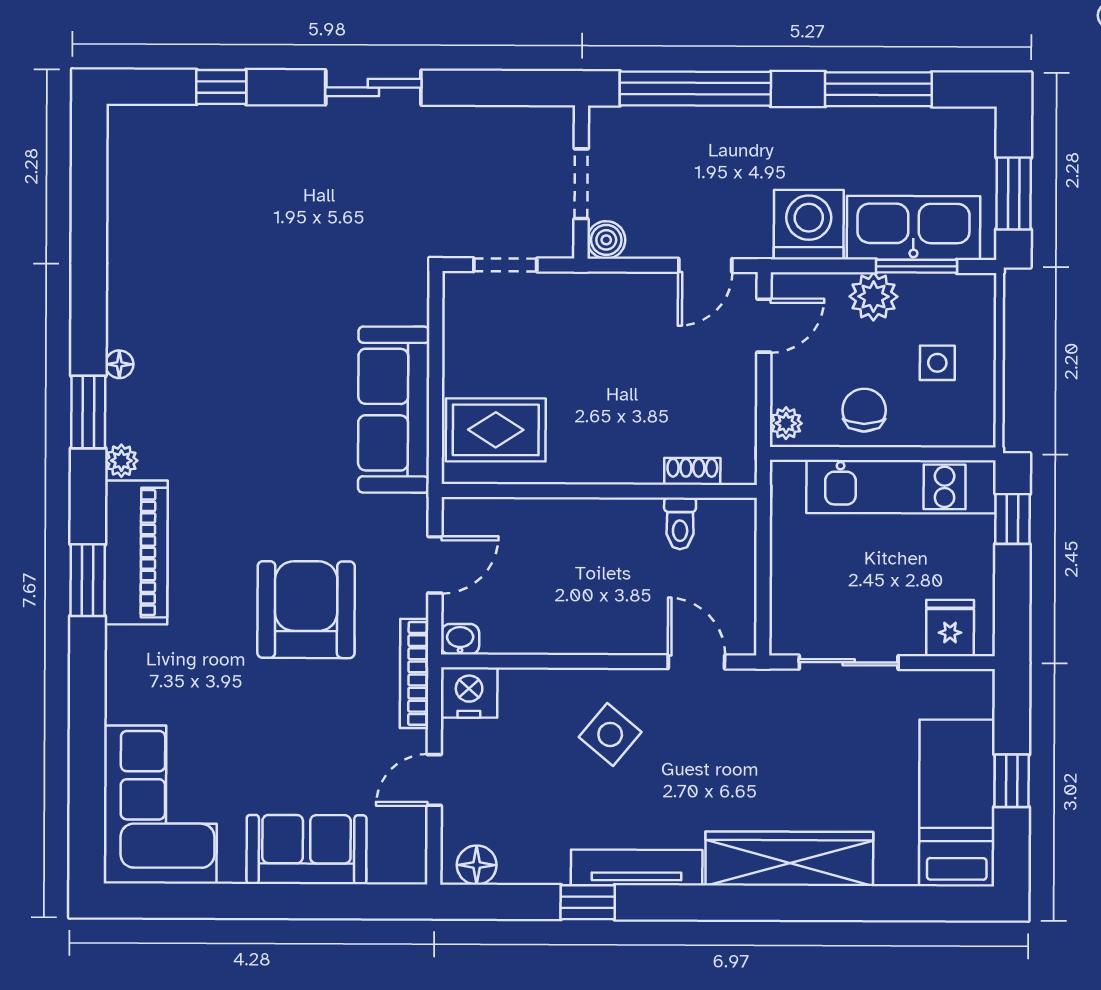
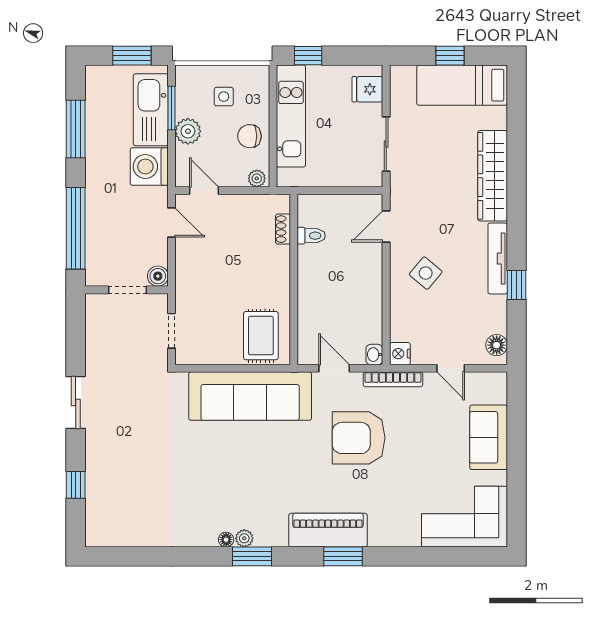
sofa: (394, 410) -> (250, 396), width x1.36, depth x1.27
plant: (121, 461) -> (244, 538), moved
nightstand: (469, 693) -> (400, 354), width x0.74, depth x0.75

